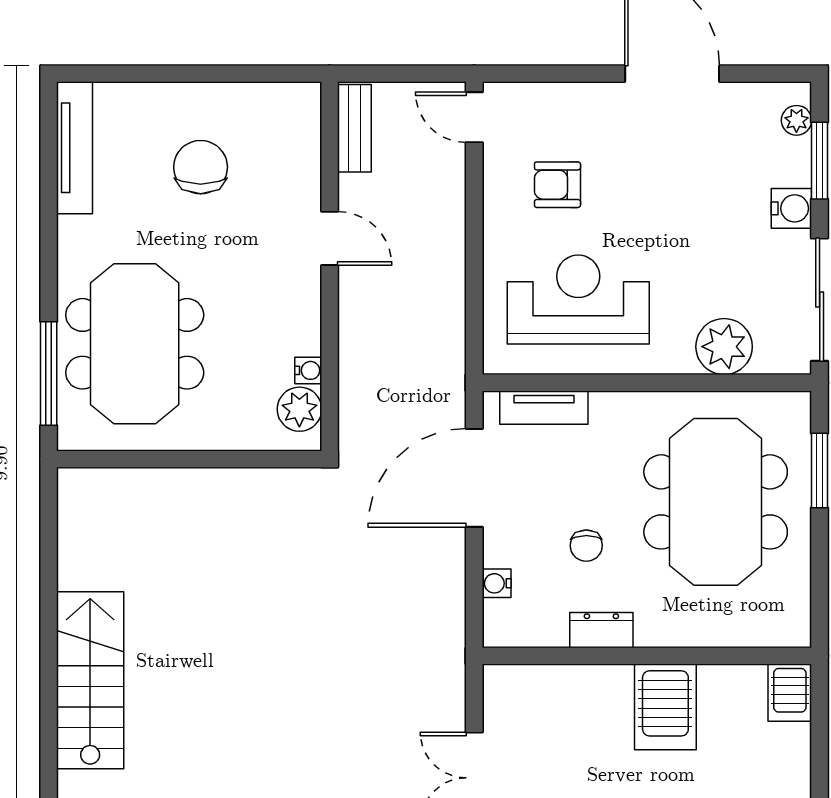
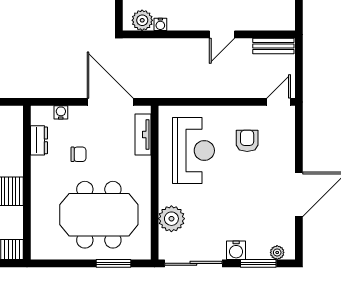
chair: (586, 546) -> (78, 154), turned 180
dresser: (601, 630) -> (39, 140), moved

